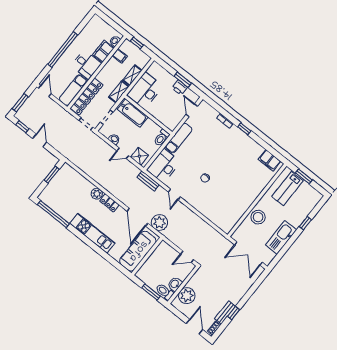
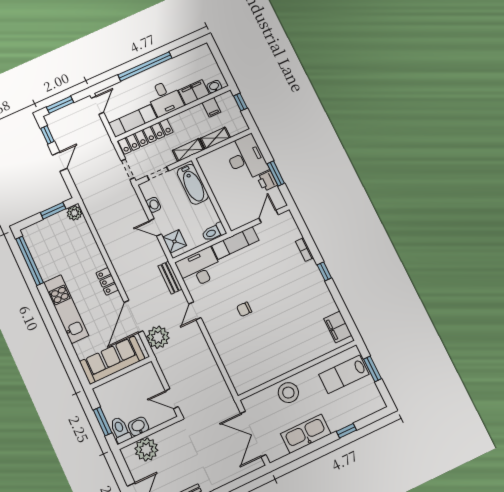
desk: (145, 91) -> (246, 158), moved, turned 90
plant: (97, 194) -> (74, 213), moved

